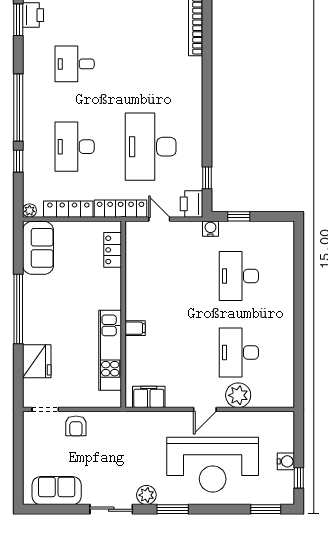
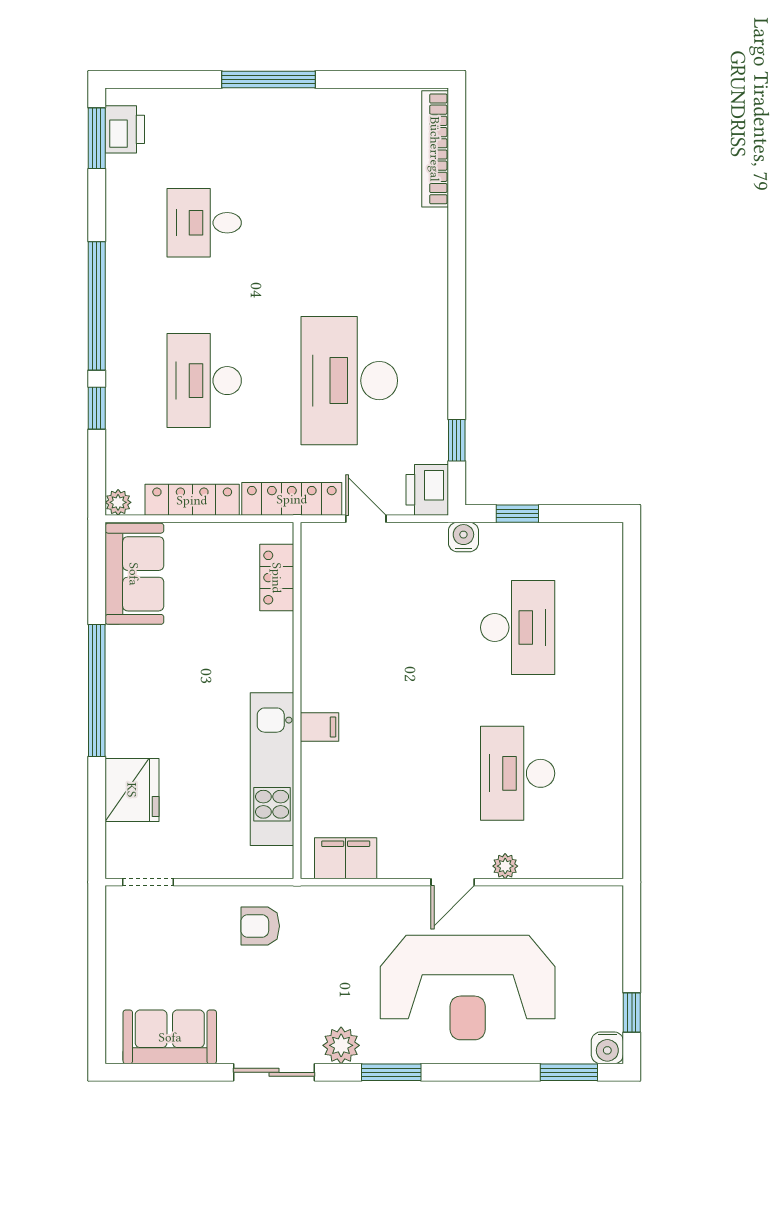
desk: (239, 276) -> (518, 627), turned 180
plant: (238, 395) -> (505, 866), width x0.53, depth x0.53
armchair: (76, 426) -> (260, 926), moved, turned 90
water cooler: (286, 461) -> (607, 1048), moved, turned 90

